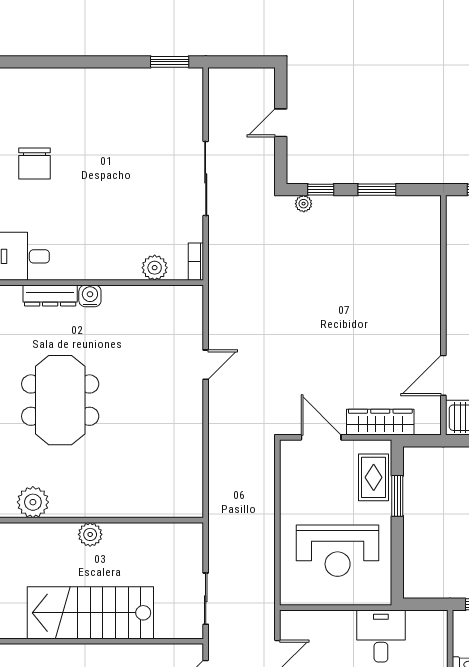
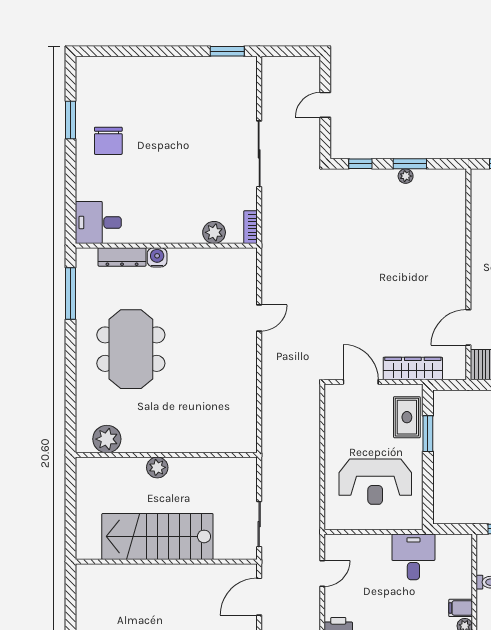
plant: (304, 204) -> (406, 176), moved

